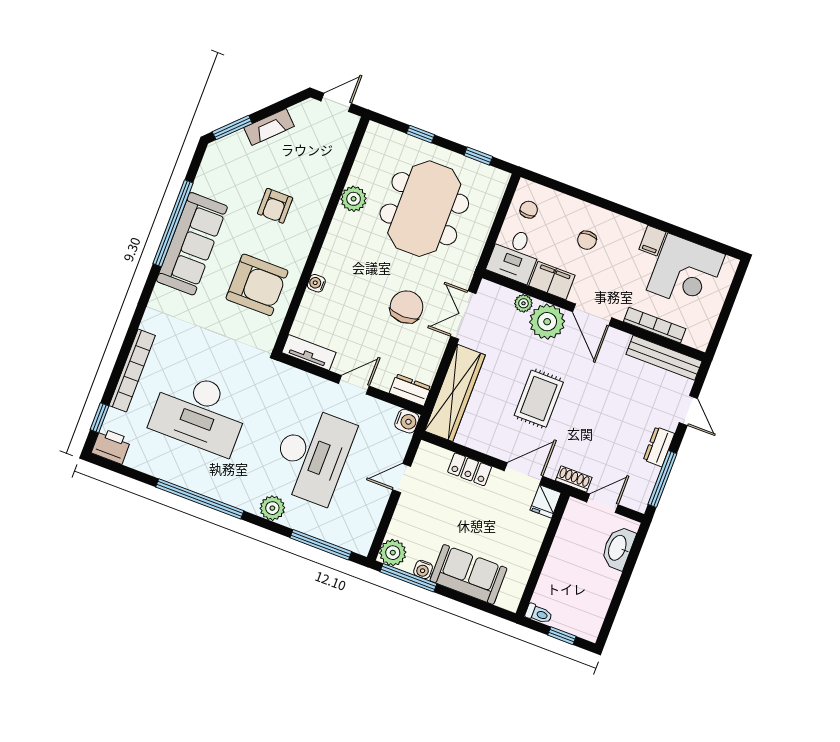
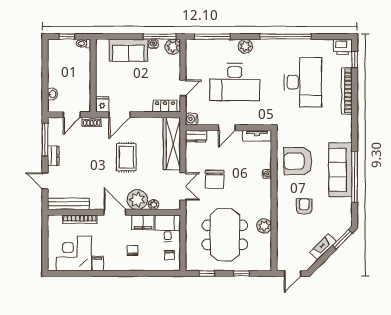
desk: (200, 413) -> (303, 82), turned 90
desk: (312, 455) -> (235, 82), turned -90
locker: (470, 469) -> (165, 106), moved
washbasin: (618, 548) -> (52, 94), width x0.52, depth x0.69

